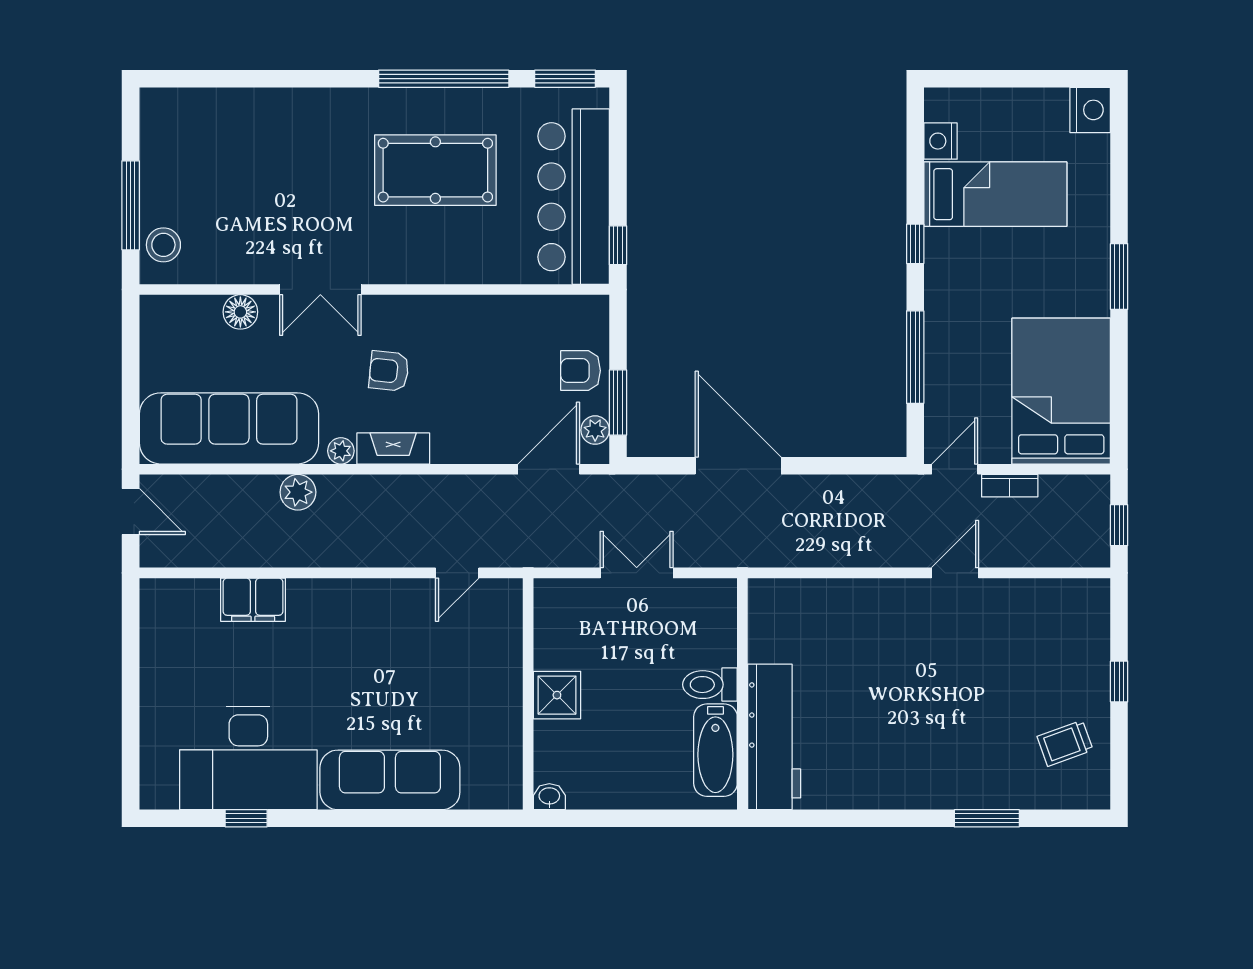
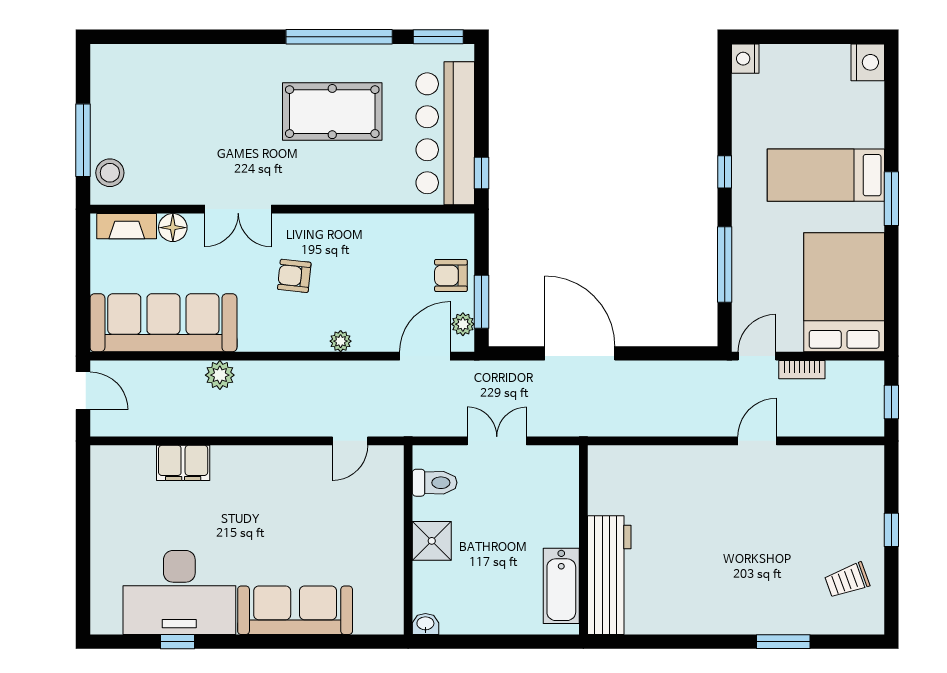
nightstand: (940, 141) -> (745, 59), moved
bed: (995, 194) -> (826, 175), moved, turned 180
fireplace: (393, 448) -> (127, 226), moved, turned 180
plant: (341, 451) -> (341, 341), moved
toilet: (710, 685) -> (435, 483), moved, turned 180

